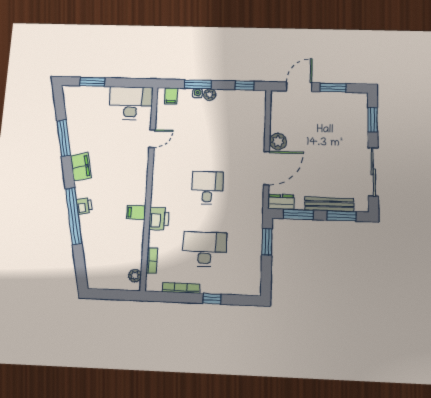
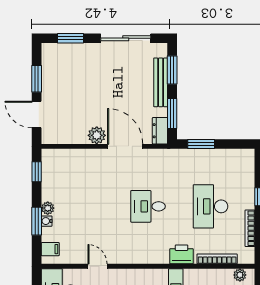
bookcase: (152, 261) -> (217, 259), width x1.56

